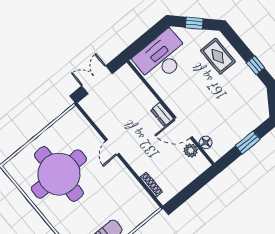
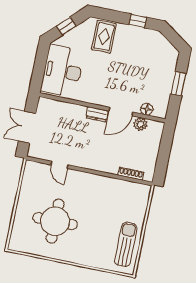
rug: (218, 56) -> (104, 37), turned 90
door: (112, 147) -> (60, 165), moved
round table: (59, 174) -> (55, 221), width x0.73, depth x0.73

